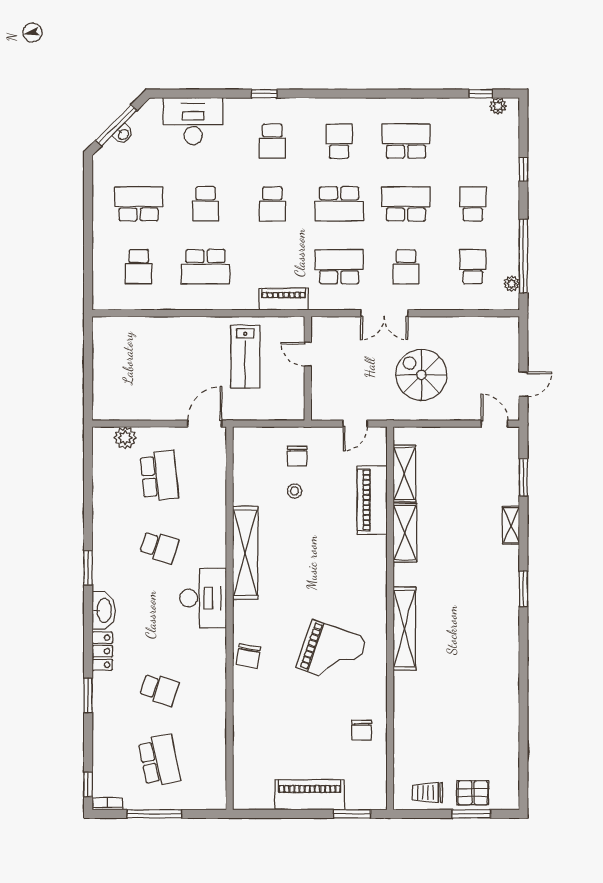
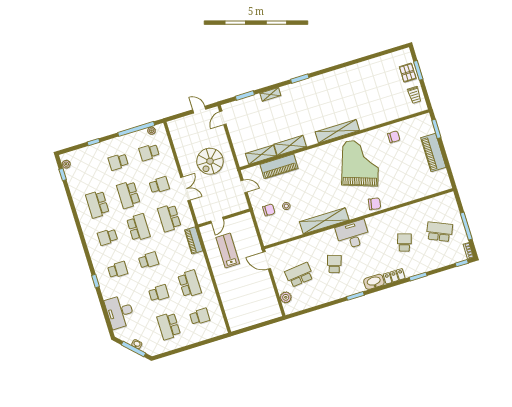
lab bench: (245, 357) -> (228, 251), turned -90
grand piano: (331, 653) -> (360, 163), width x1.37, depth x1.48
school desk: (159, 761) -> (439, 232), turned 36

